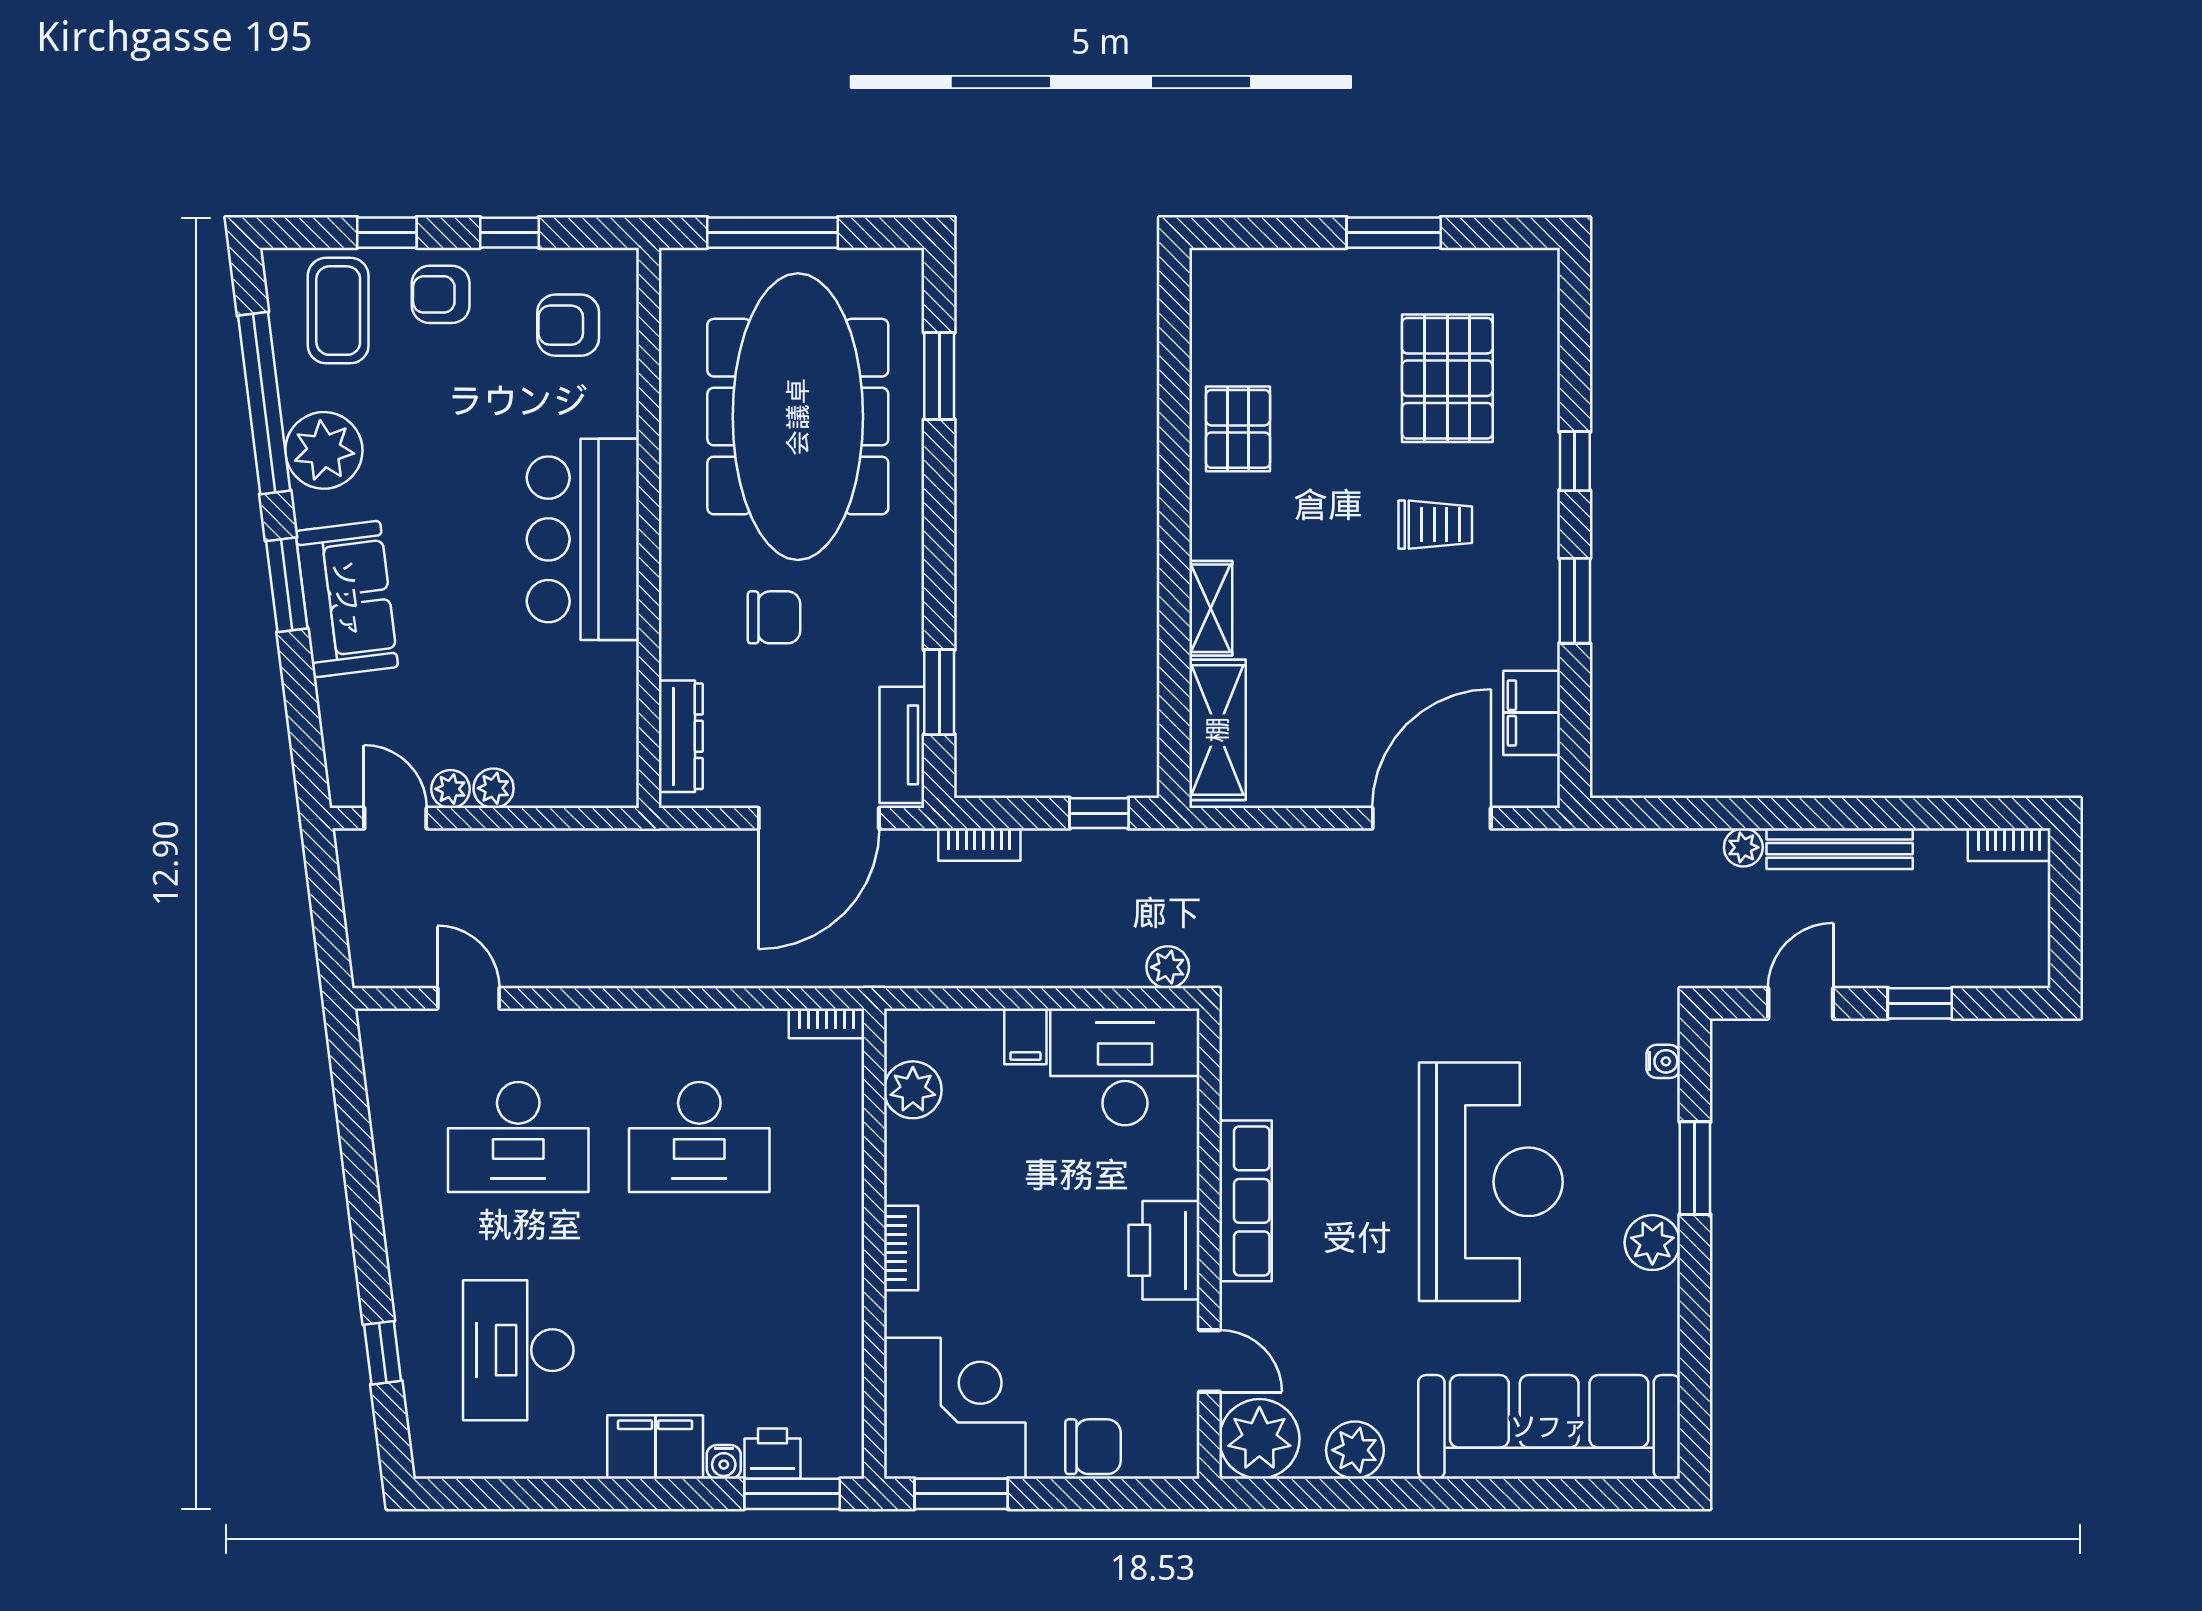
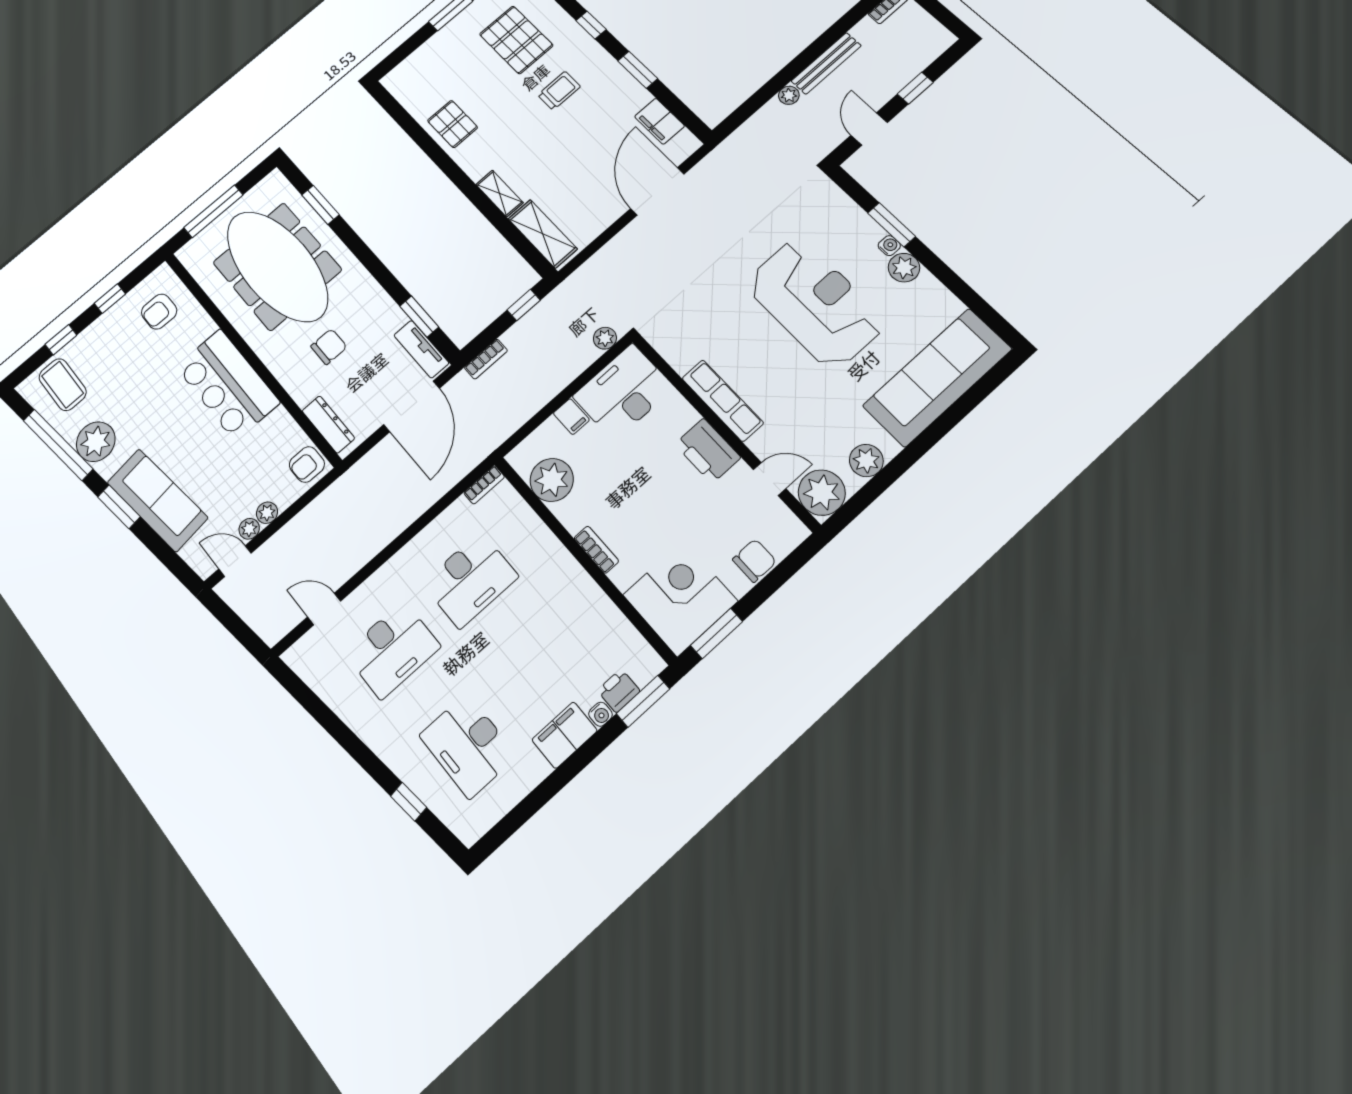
armchair: (441, 294) -> (307, 464), moved
sofa: (347, 599) -> (157, 500), width x1.36
water cooler: (1663, 1061) -> (889, 246), moved
plant: (913, 1090) -> (552, 480), width x1.36, depth x1.36

